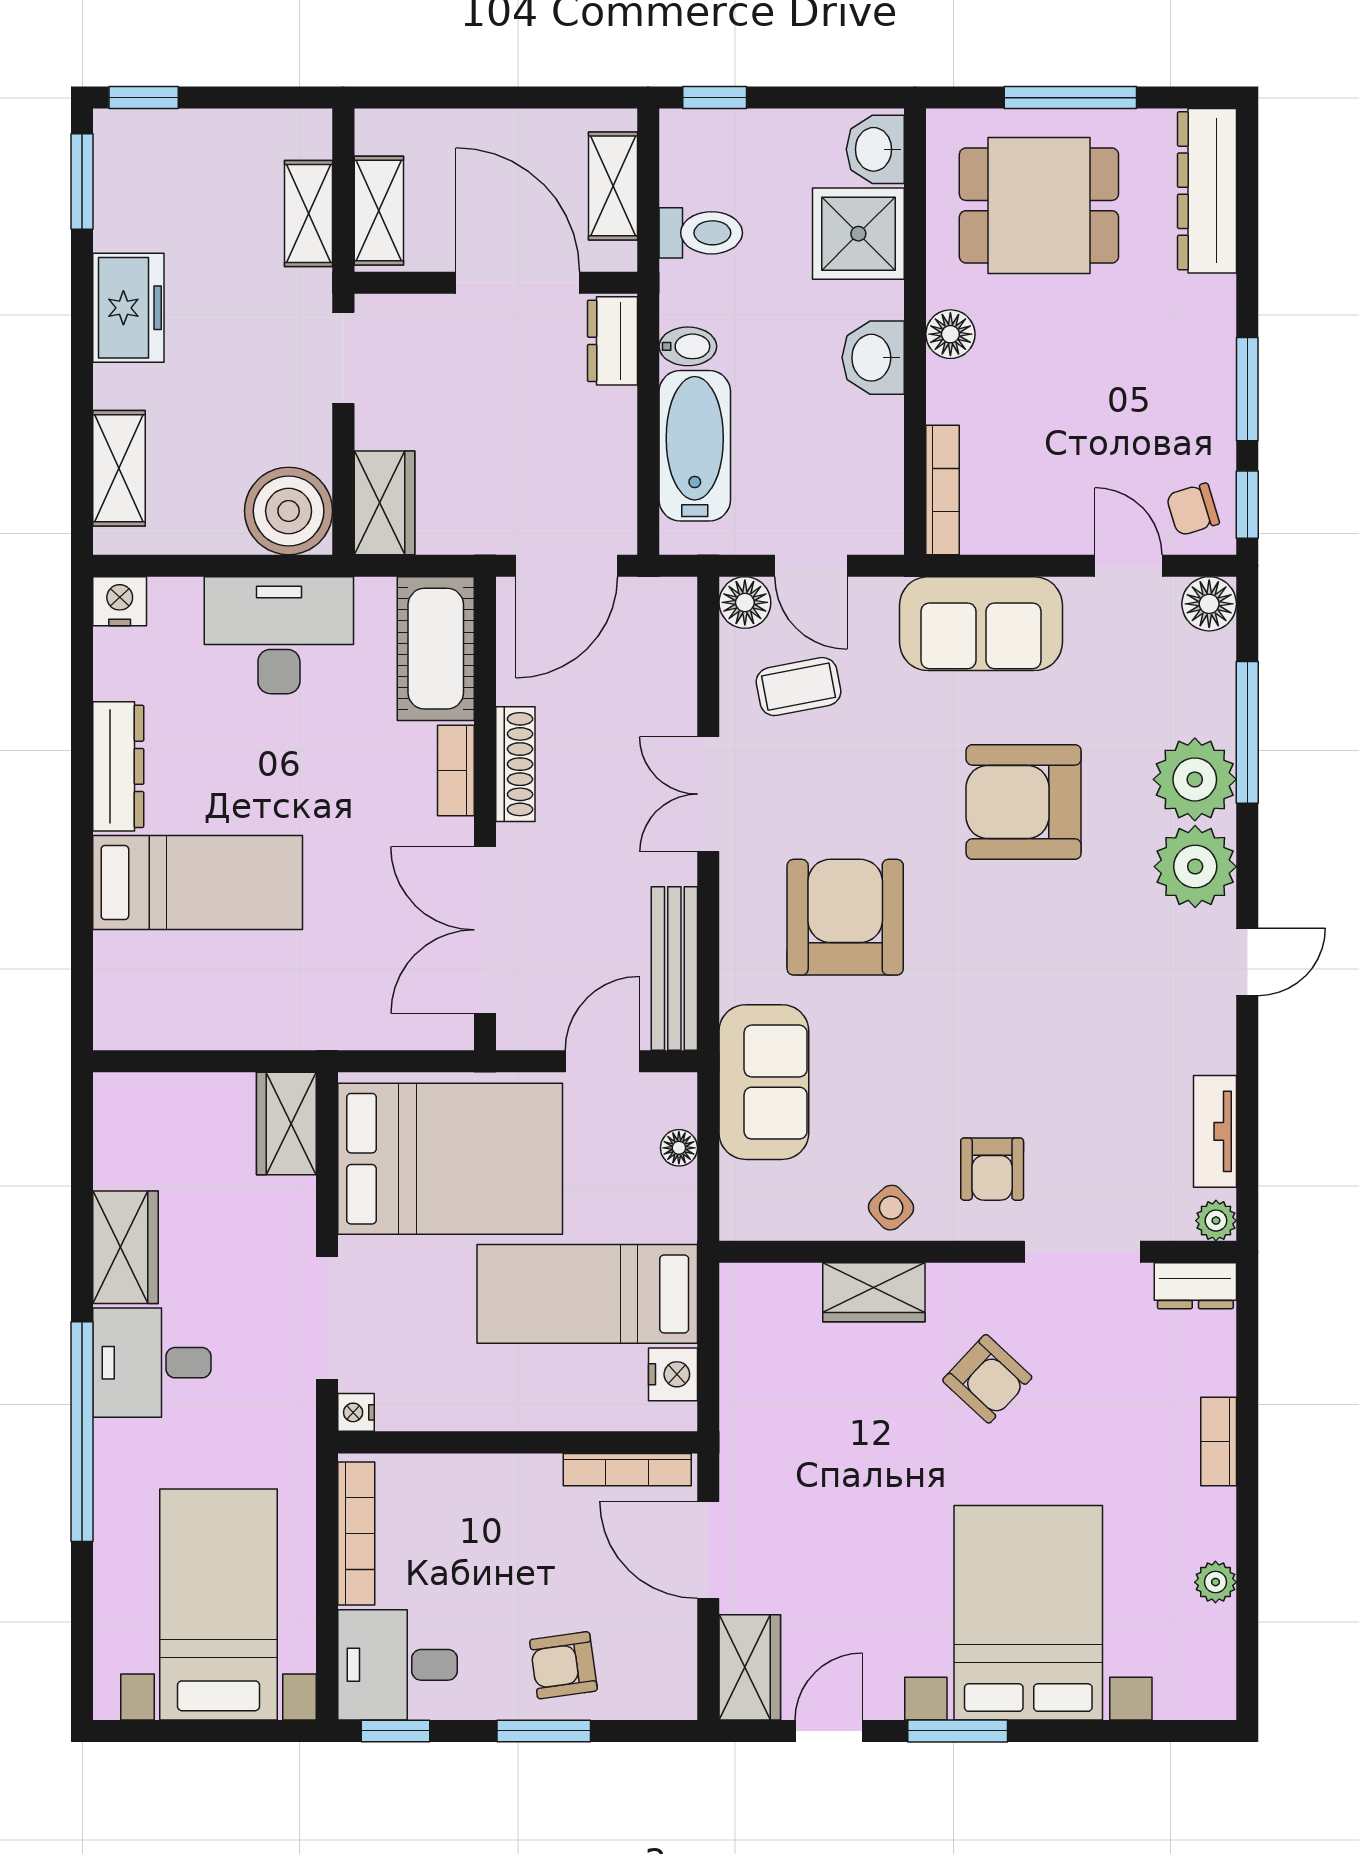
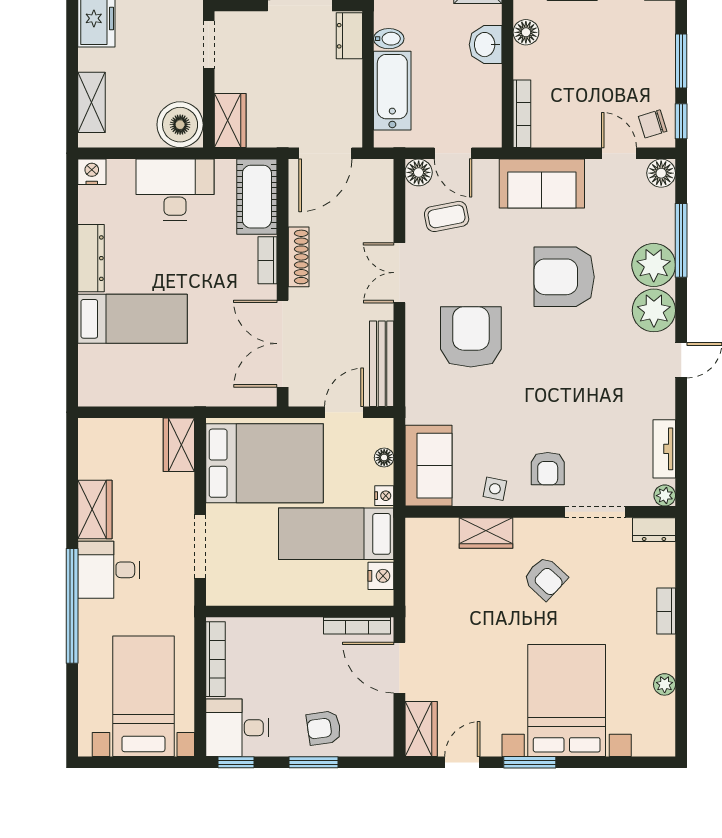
sofa: (764, 1082) -> (428, 466), moved
side table: (891, 1208) -> (495, 489), turned -37
nightstand: (356, 1412) -> (384, 496), moved, turned 180

